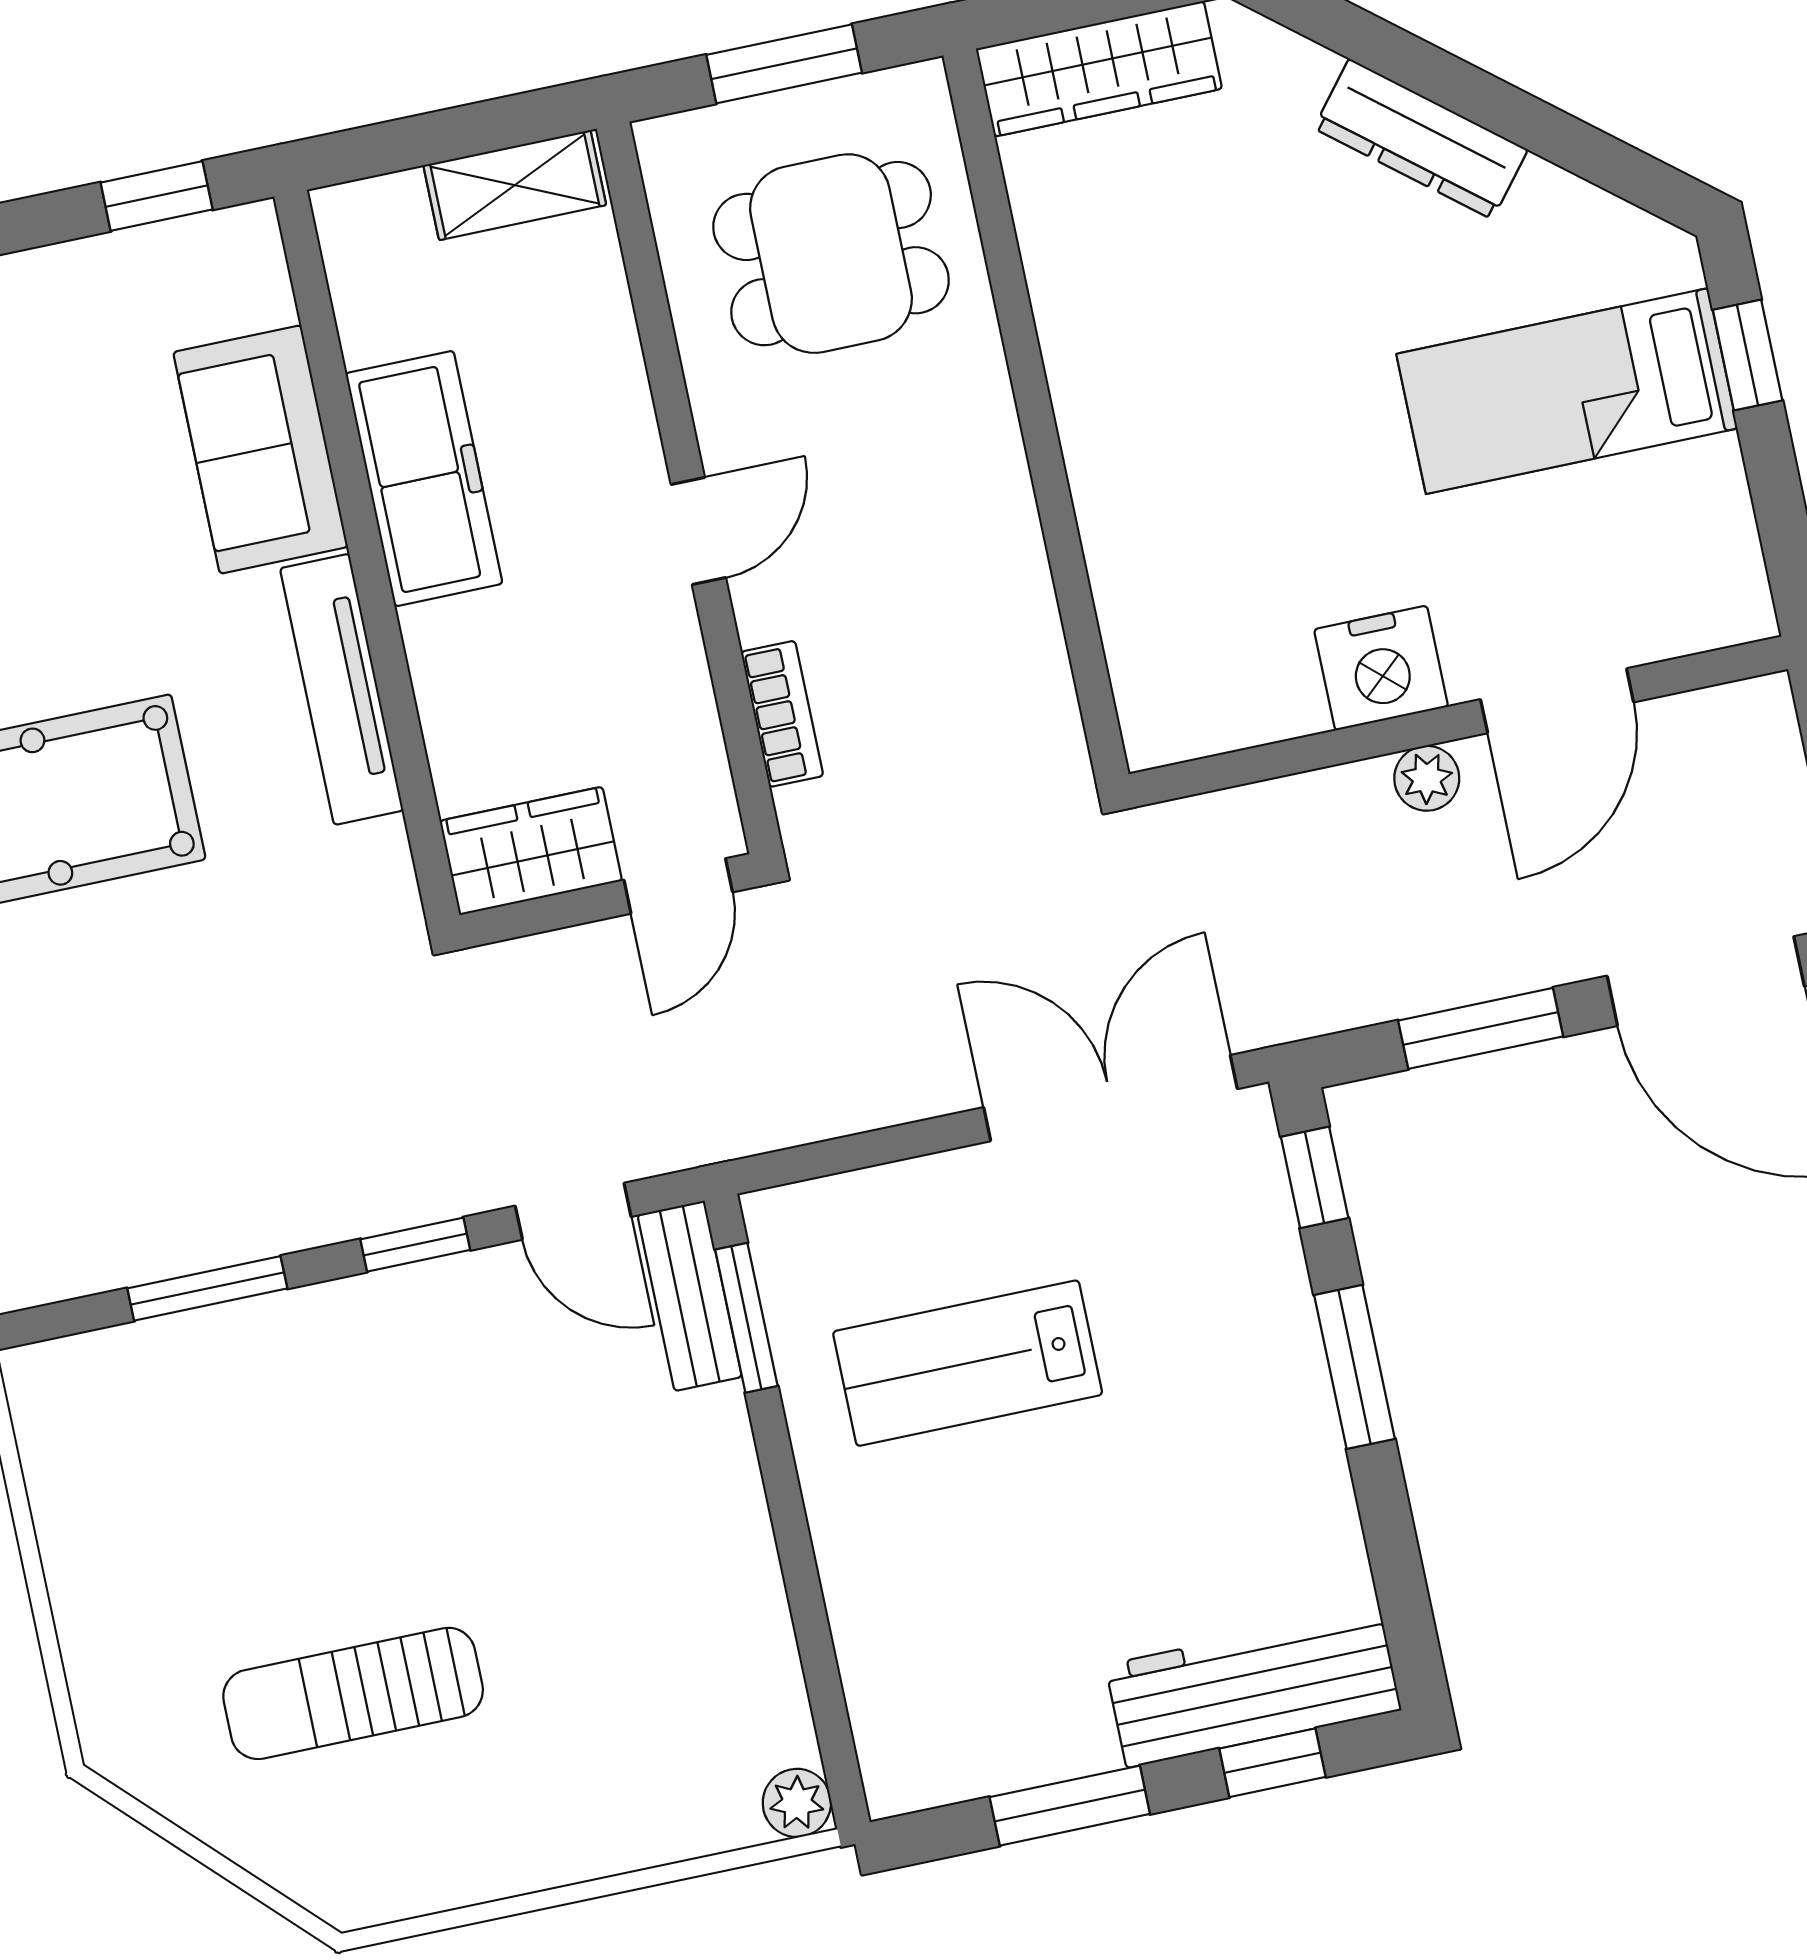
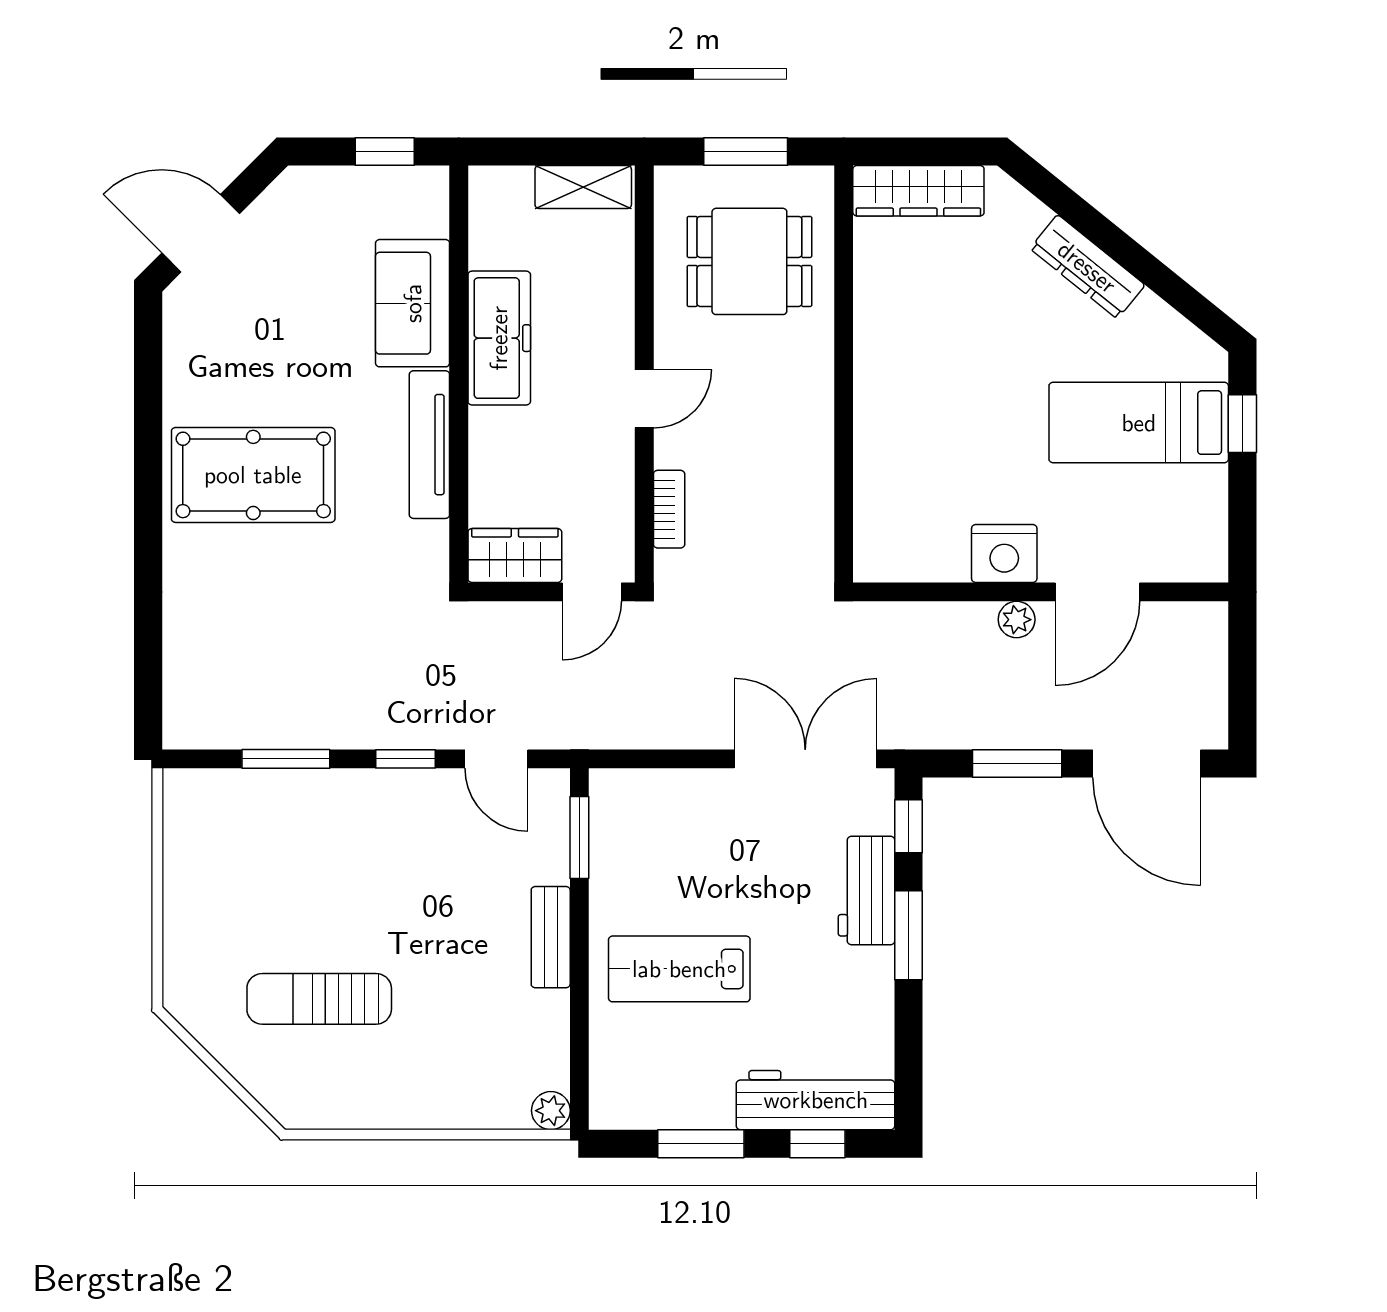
bench: (690, 1296) -> (551, 937), moved
workbench: (1265, 1305) -> (867, 891), added
lab bench: (968, 1363) -> (679, 969), moved

